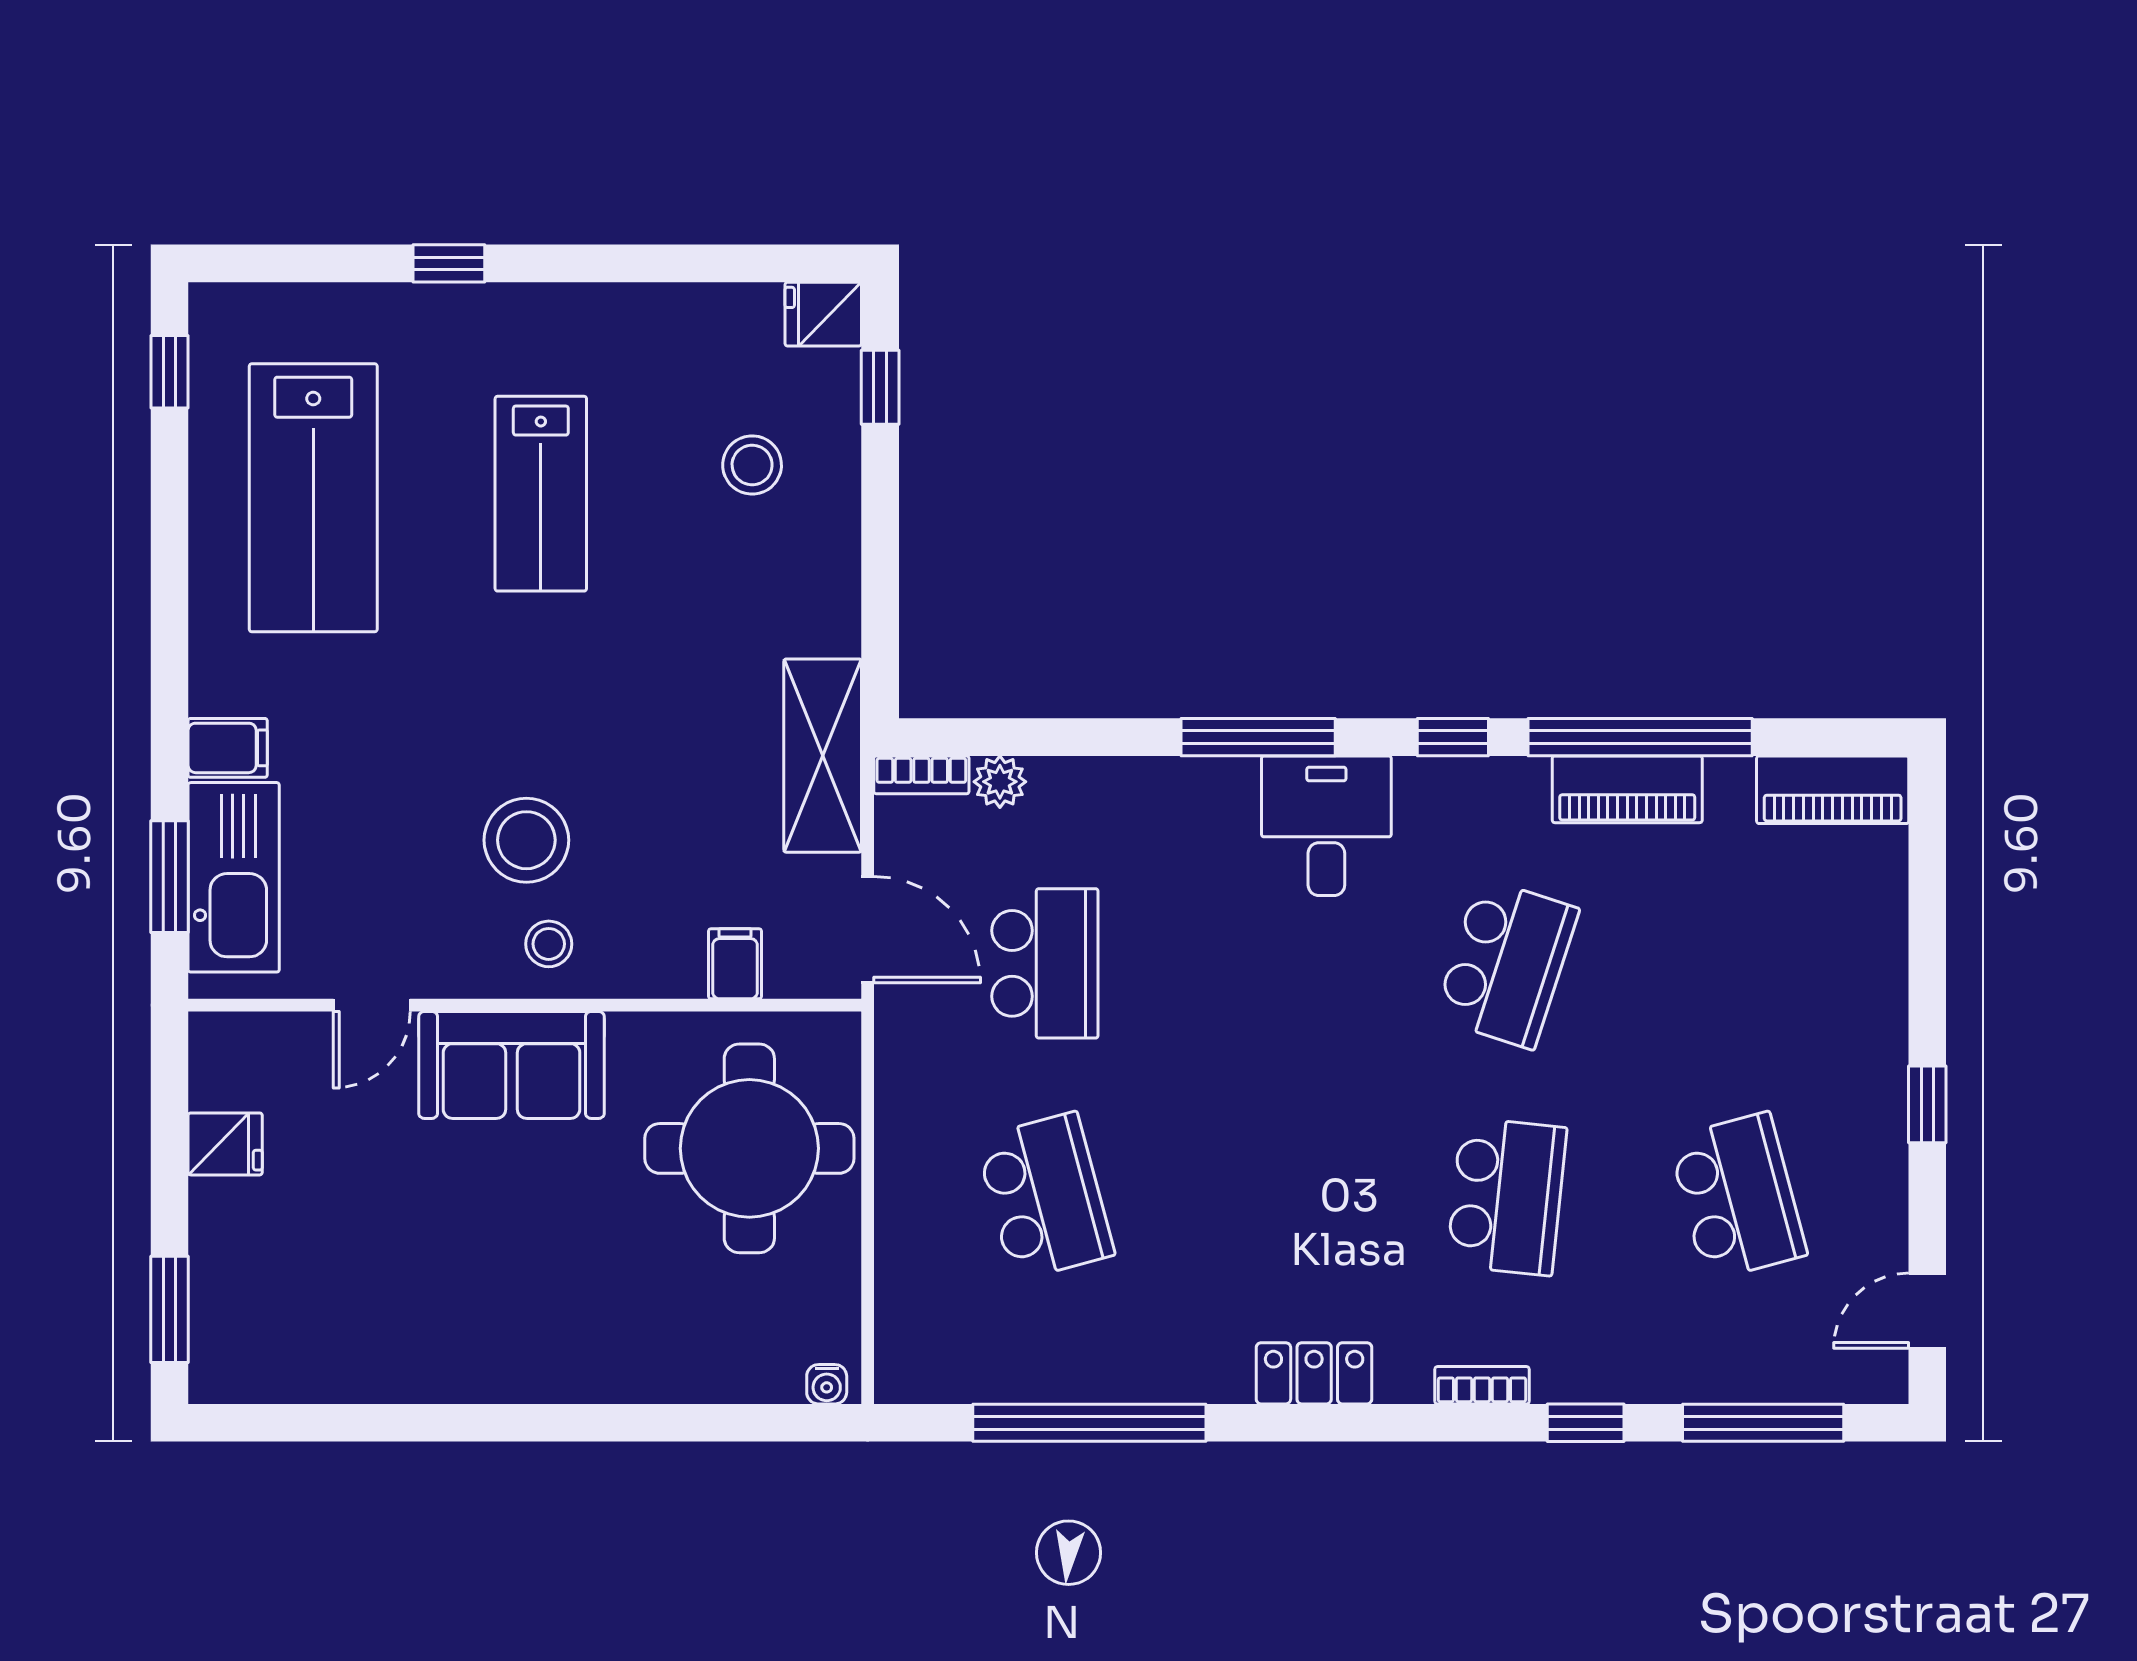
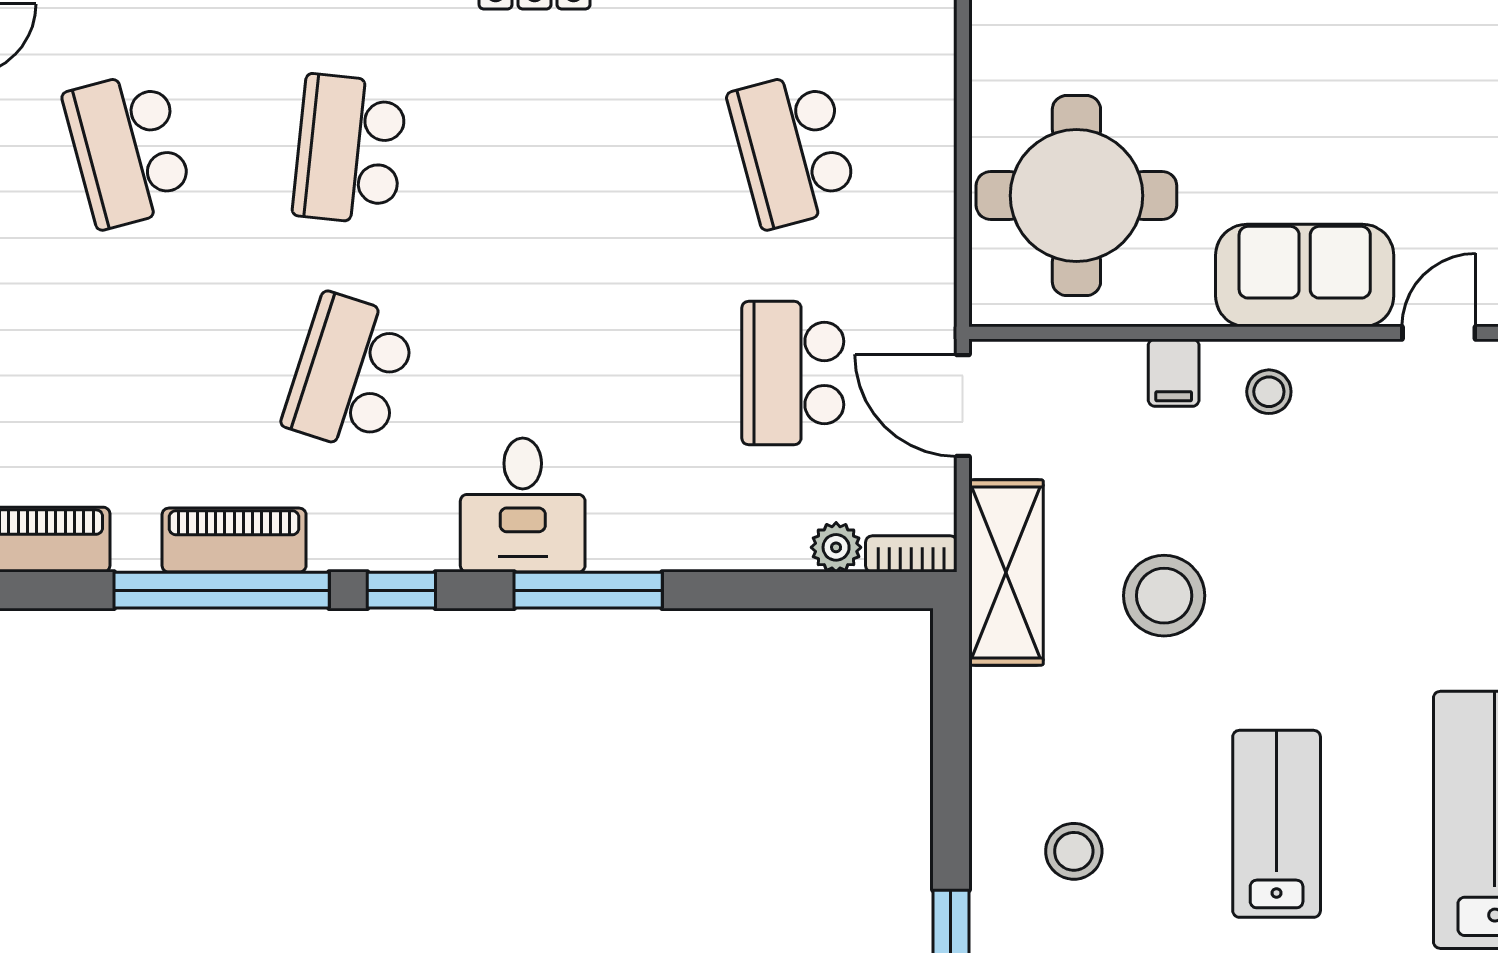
stool: (526, 840) -> (1164, 596), moved
filing cabinet: (735, 964) -> (1174, 373), moved

